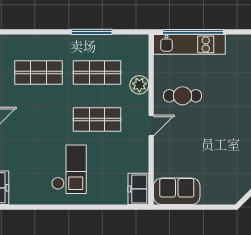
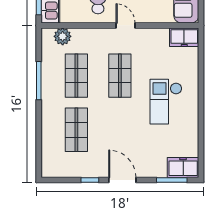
plant: (139, 85) -> (63, 36), moved
checkout: (69, 169) -> (166, 102), turned -90

